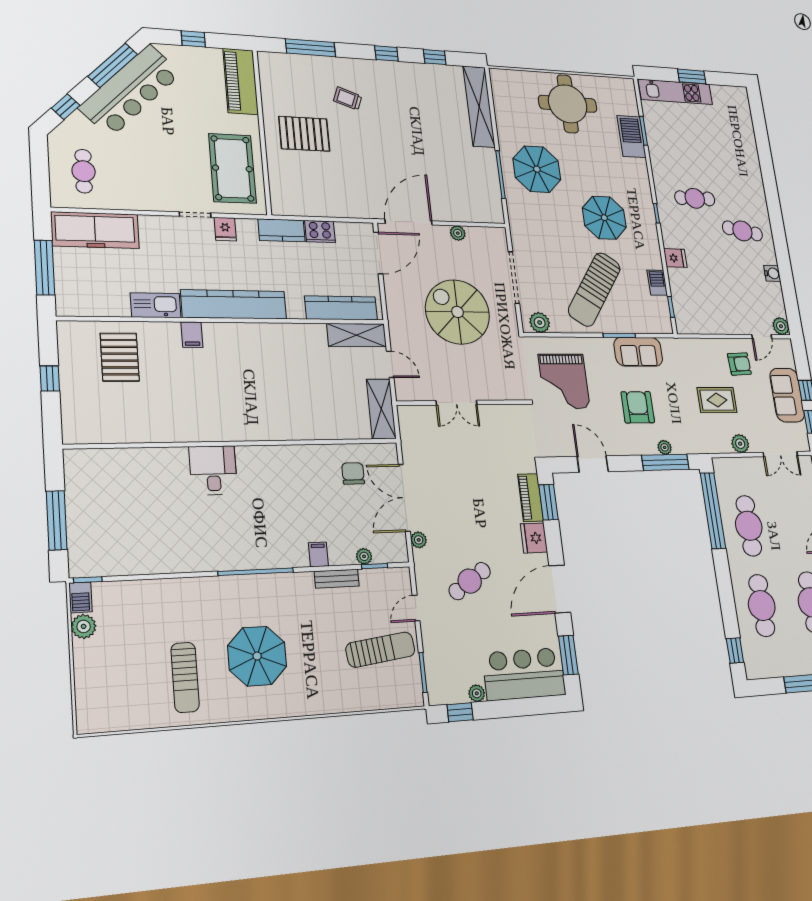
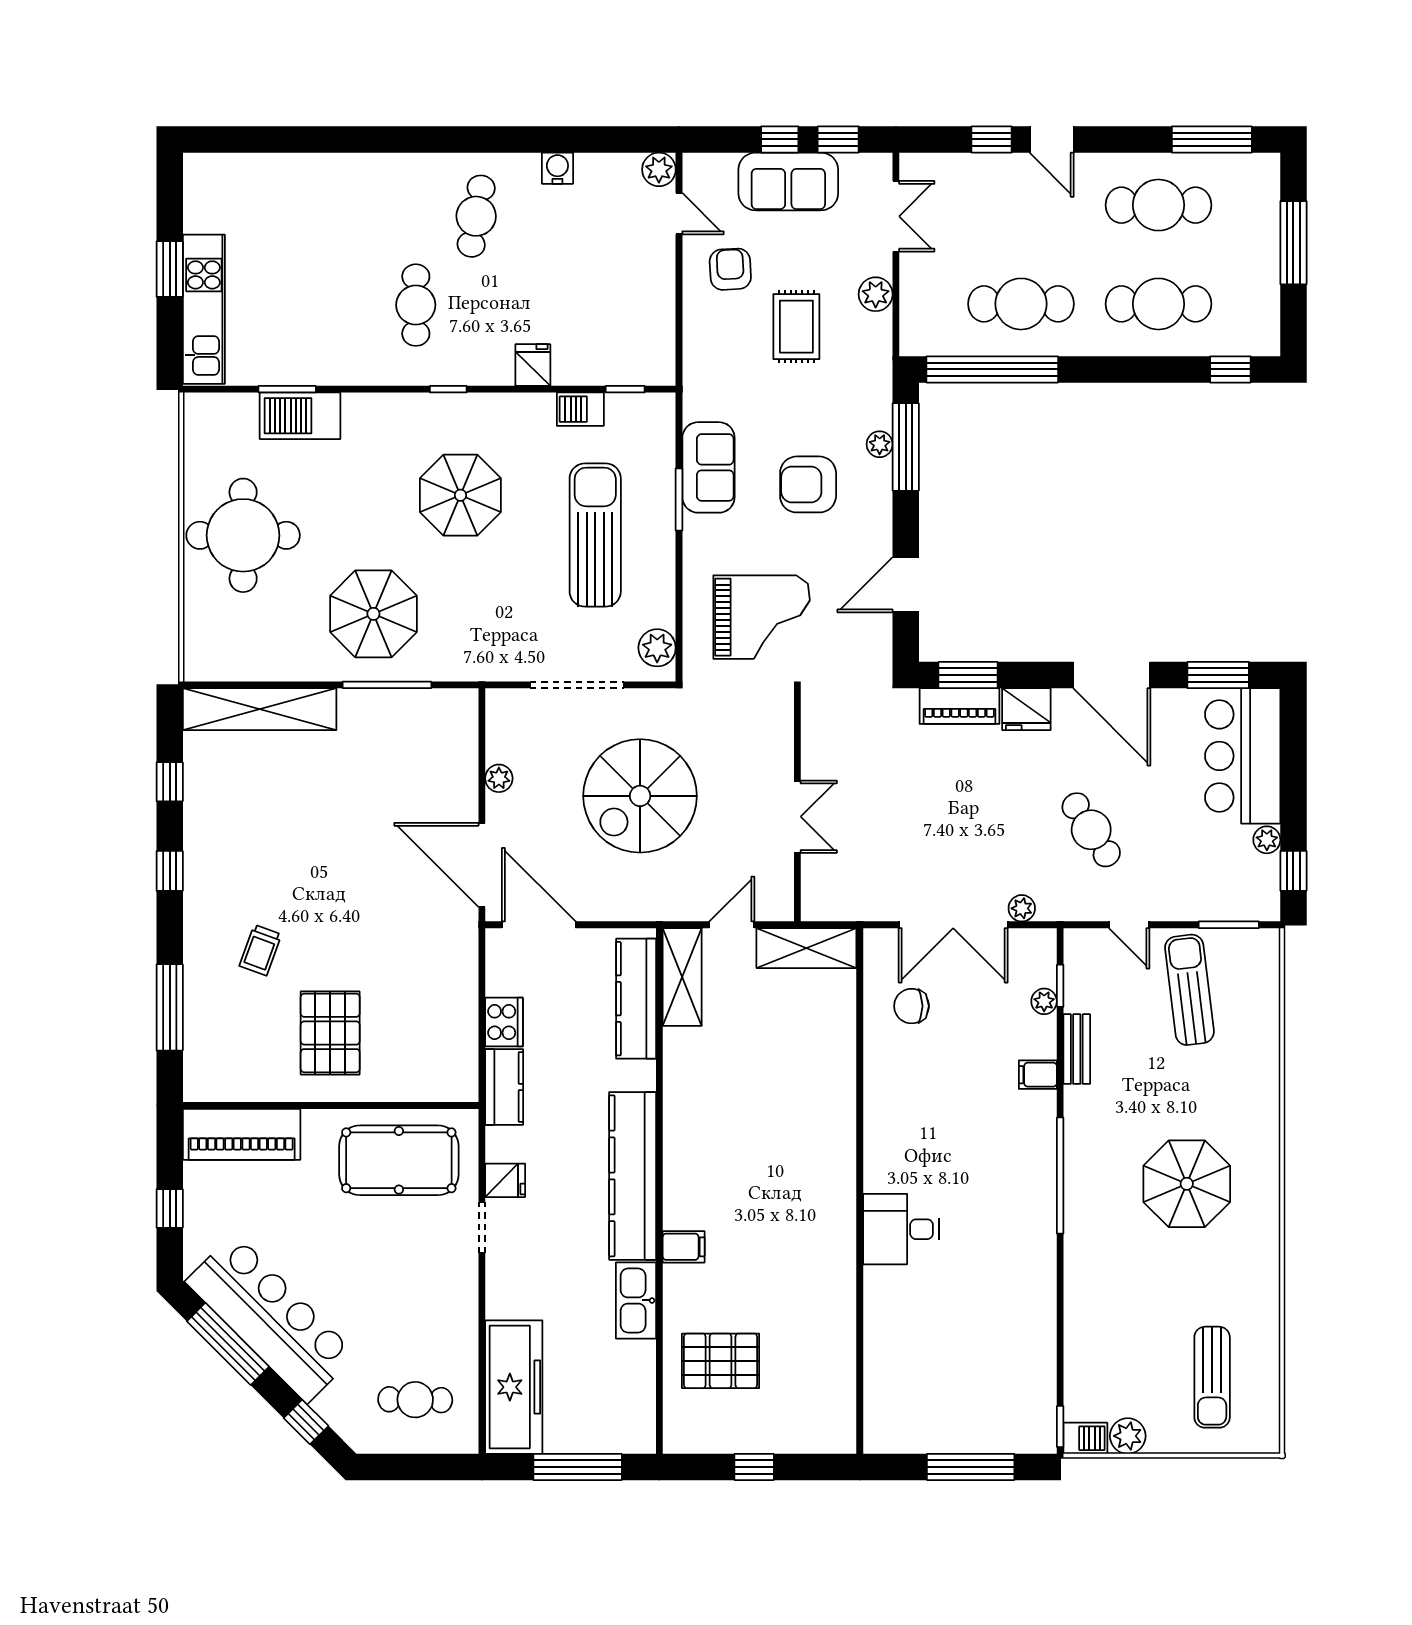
sun lounger: (594, 289) -> (595, 535), turned -124
sun lounger: (185, 677) -> (1212, 1377), moved, turned 90

